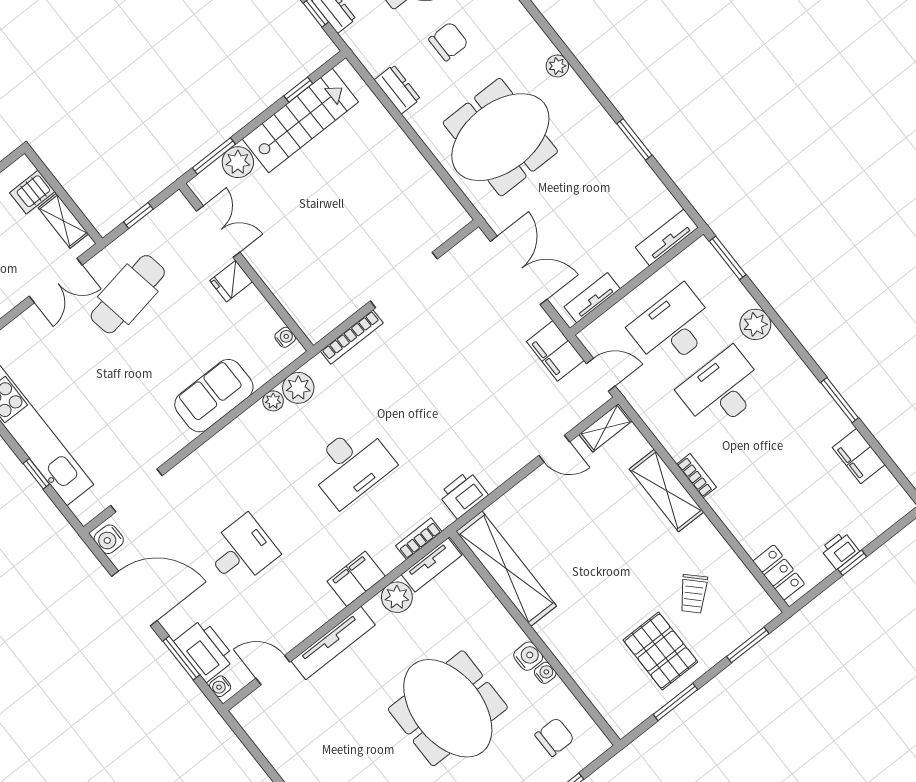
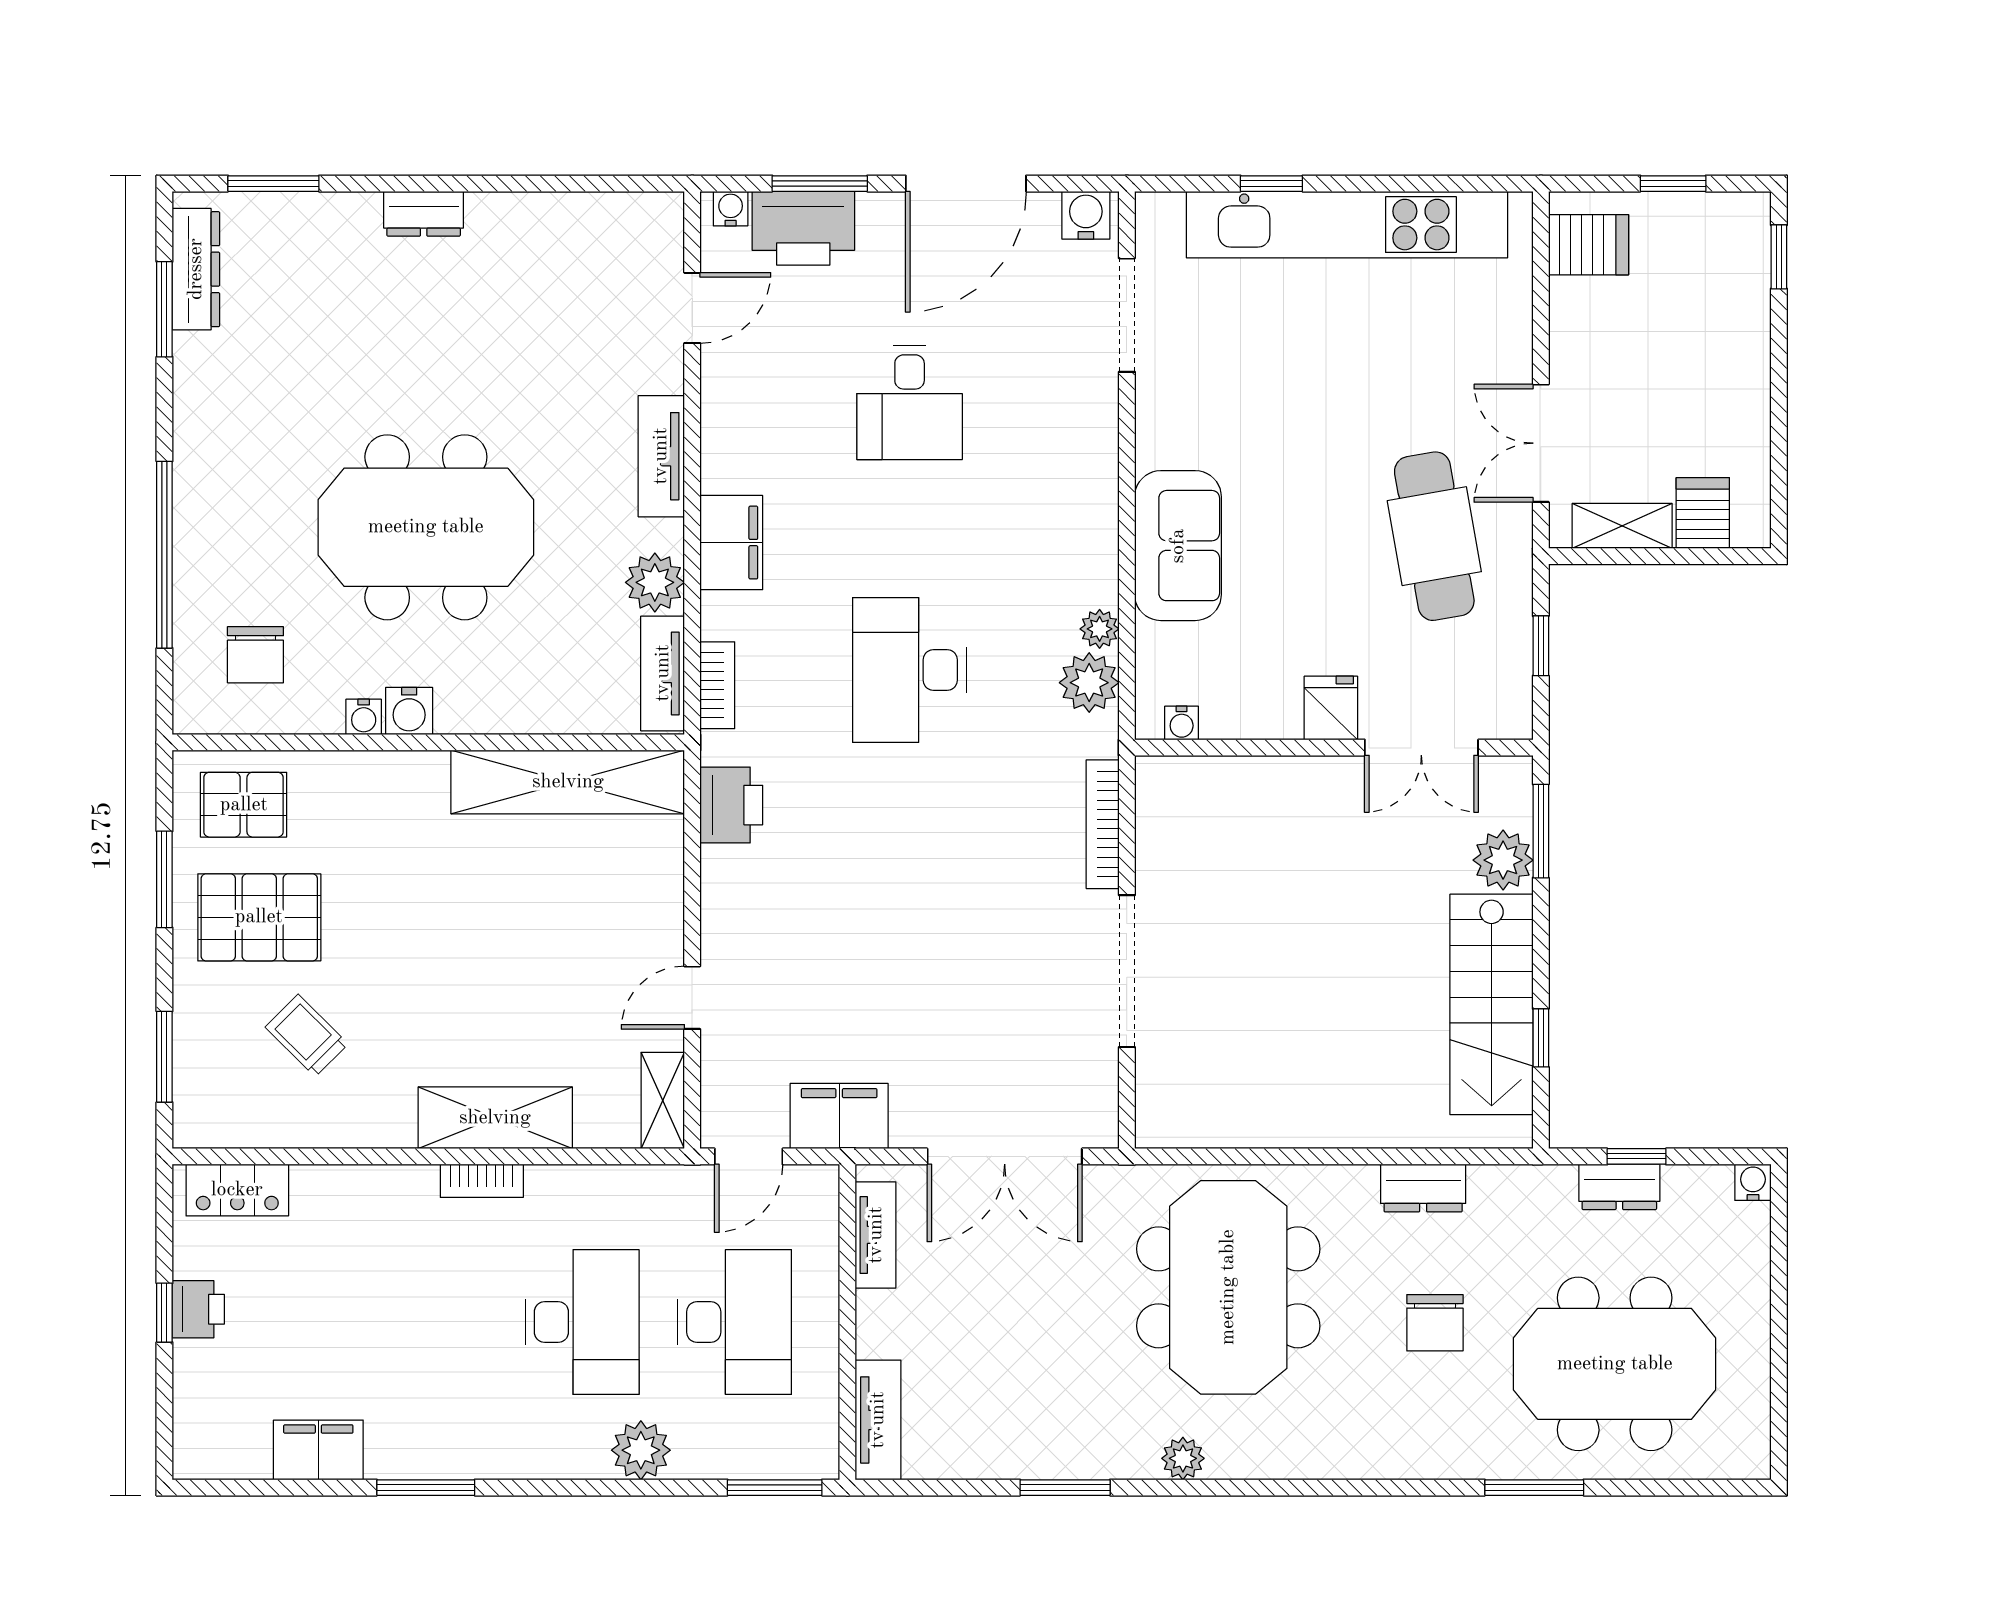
plant: (557, 66) -> (1183, 1458), moved
tv unit: (333, 643) -> (661, 456), width x0.71
pallet: (620, 694) -> (244, 805), added

